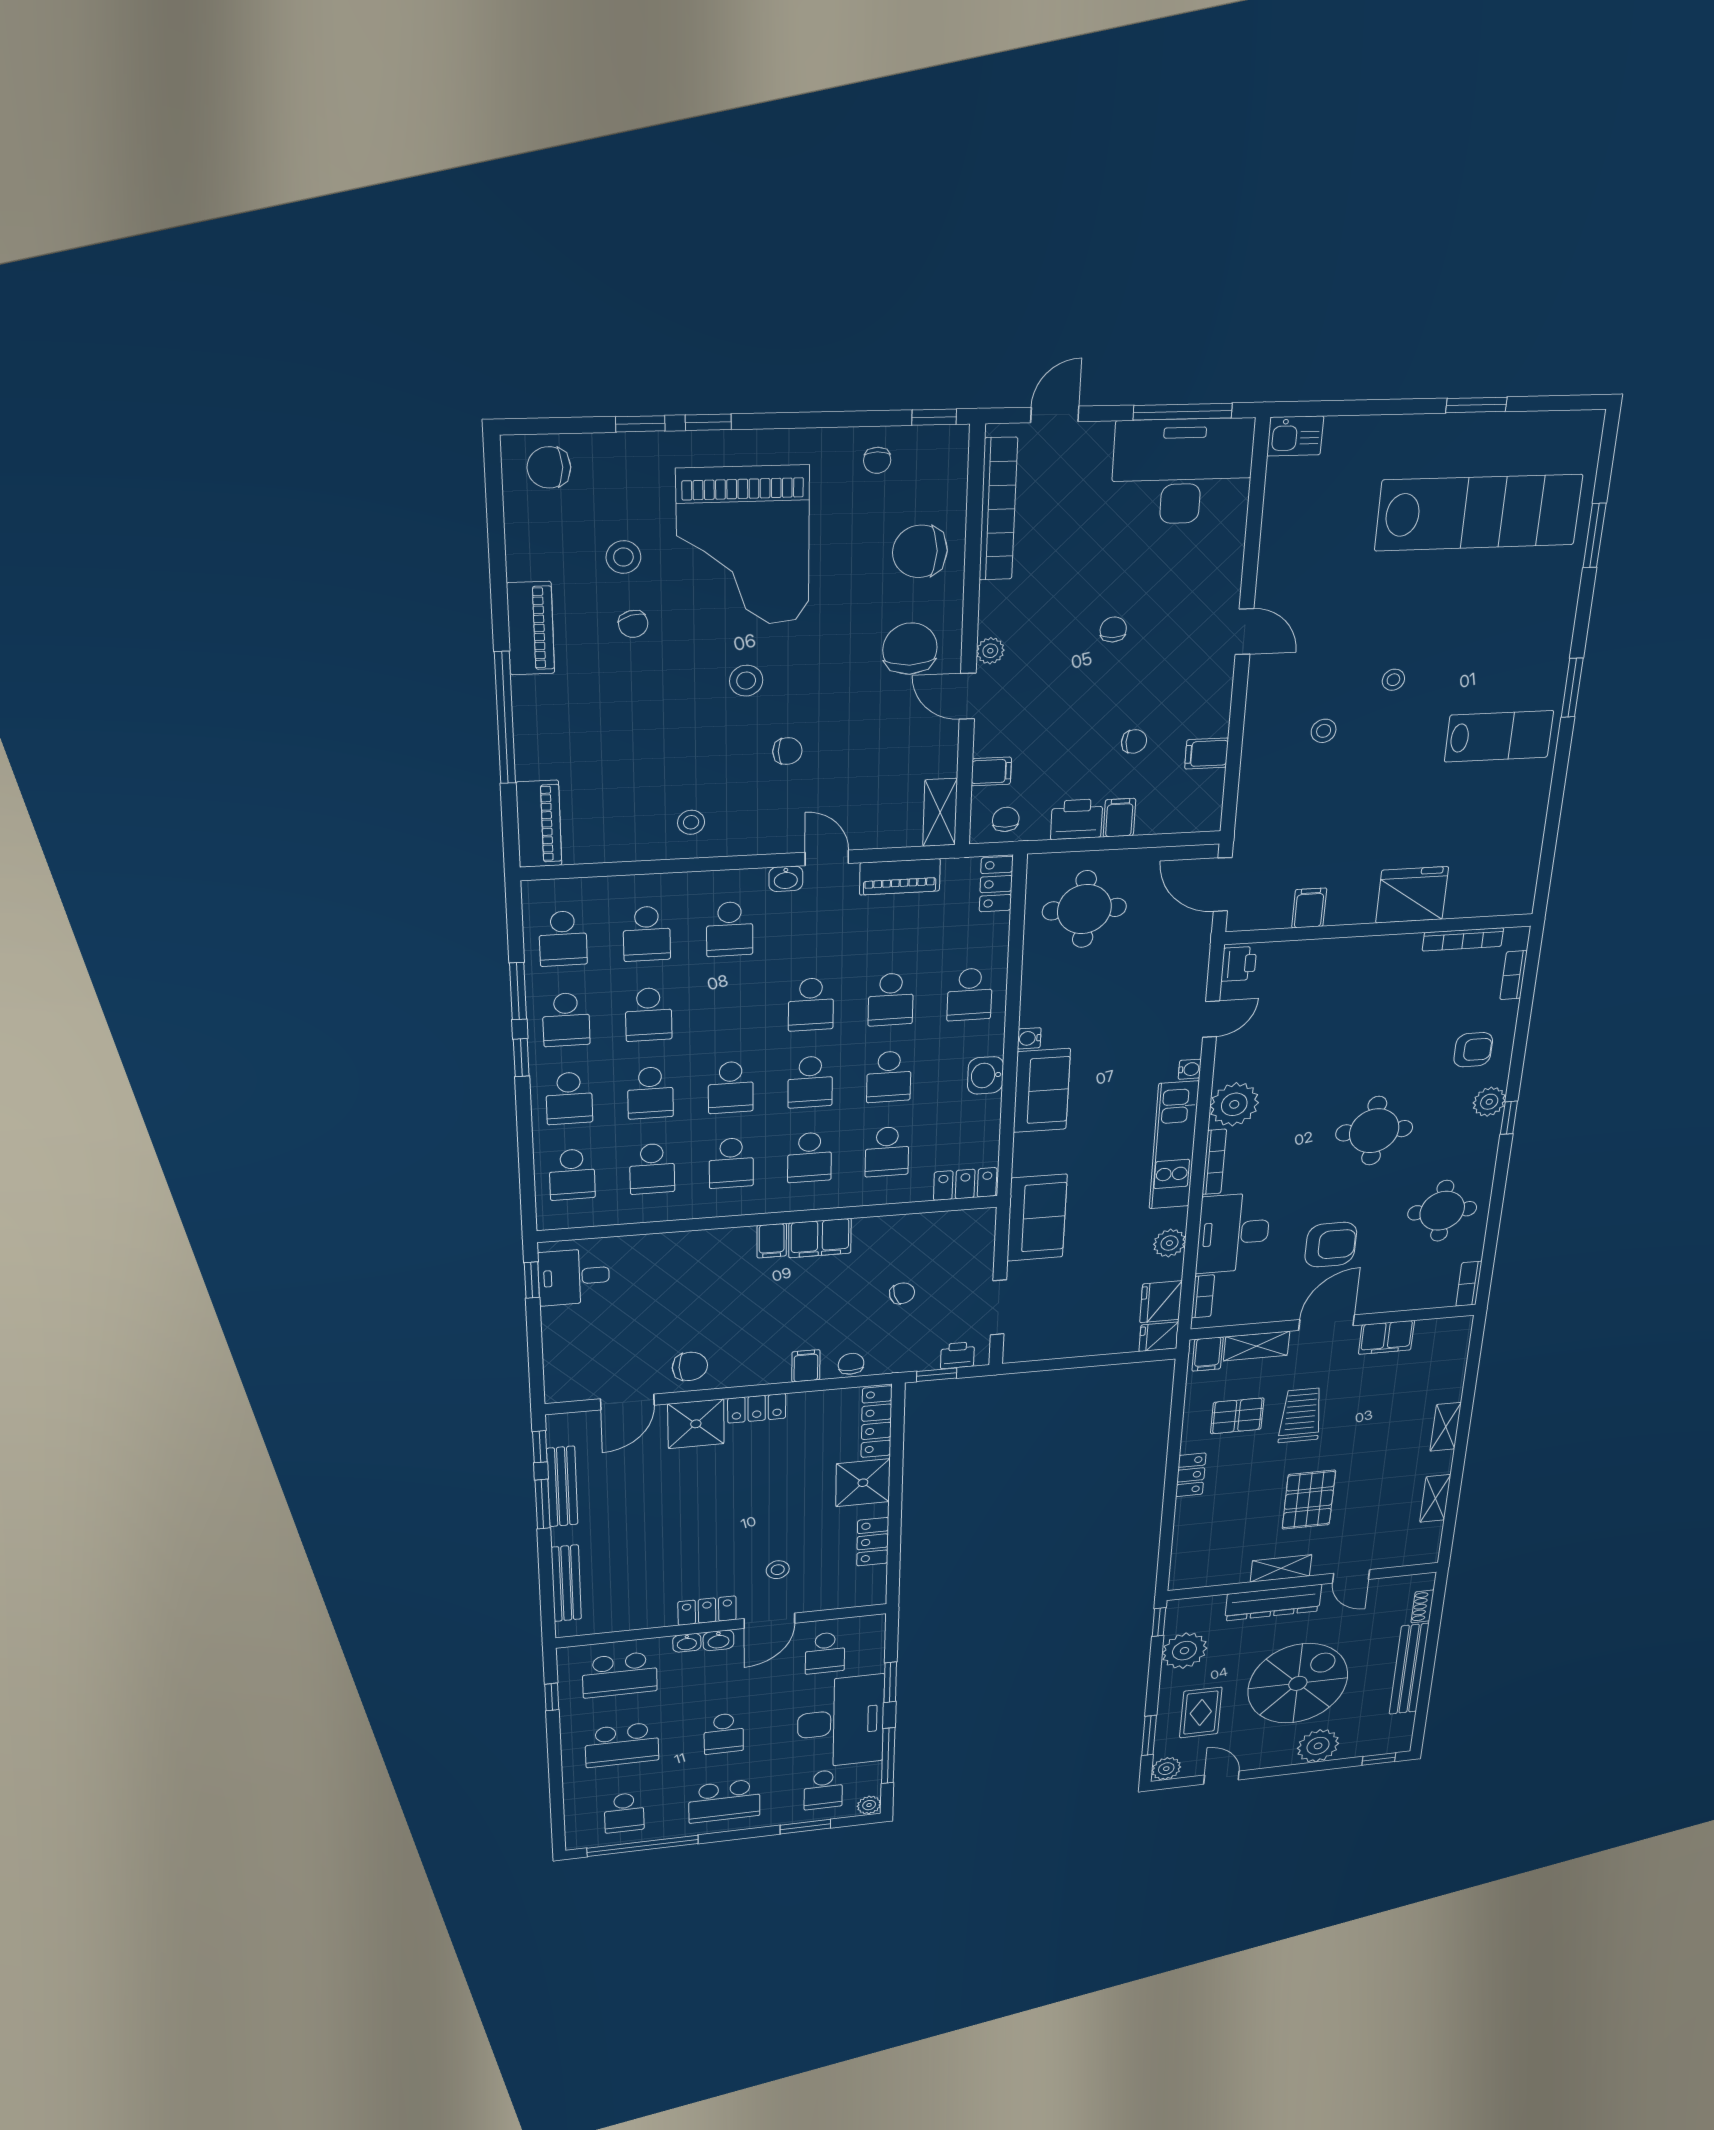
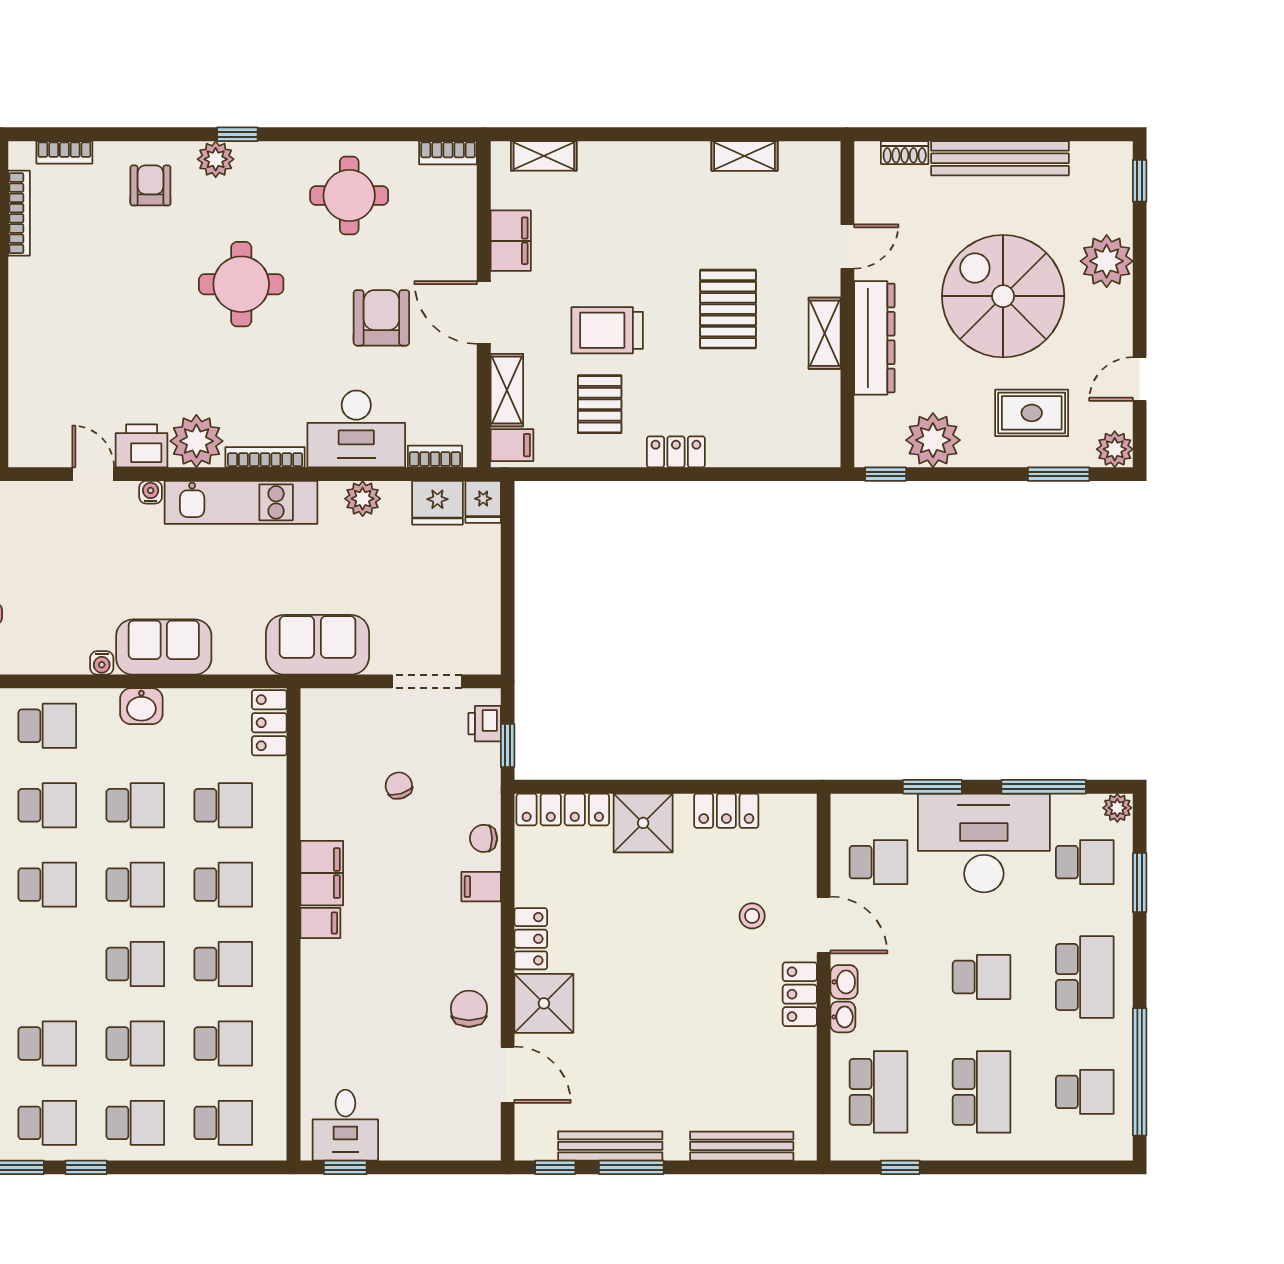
printer: (1239, 964) -> (142, 446), moved, width x1.36, depth x1.24
shelving: (1446, 1427) -> (544, 156), moved
pallet: (1309, 1500) -> (728, 309), turned 90

